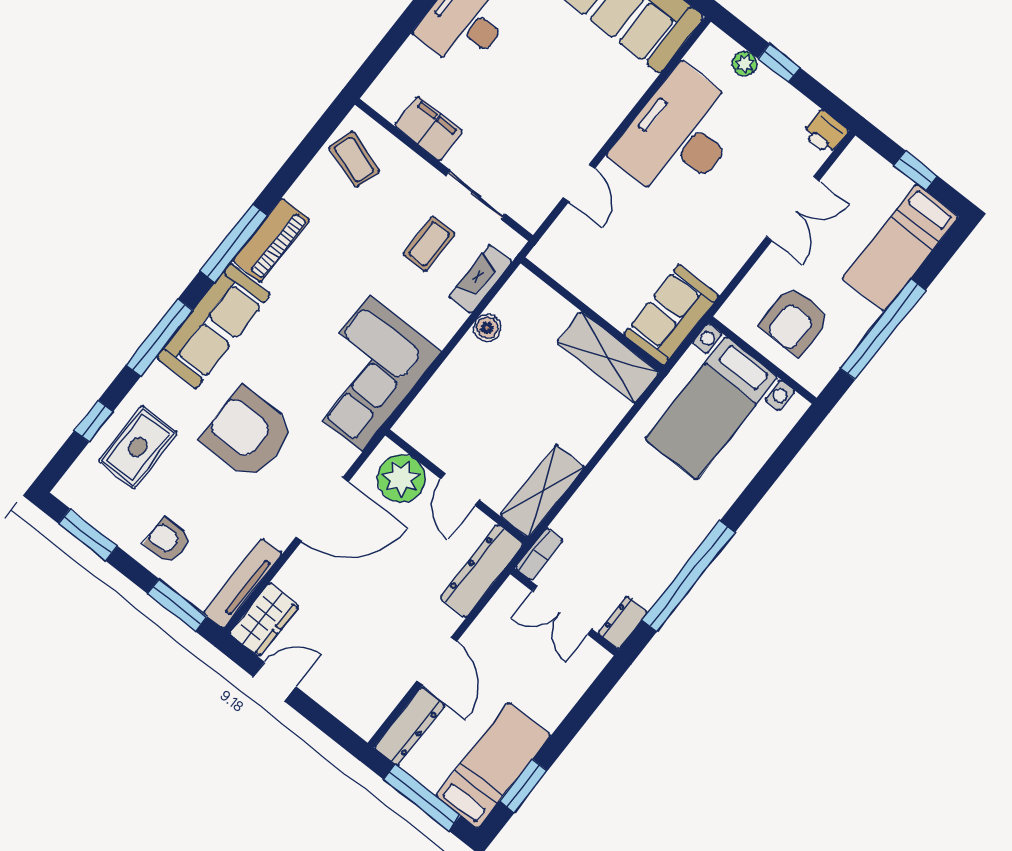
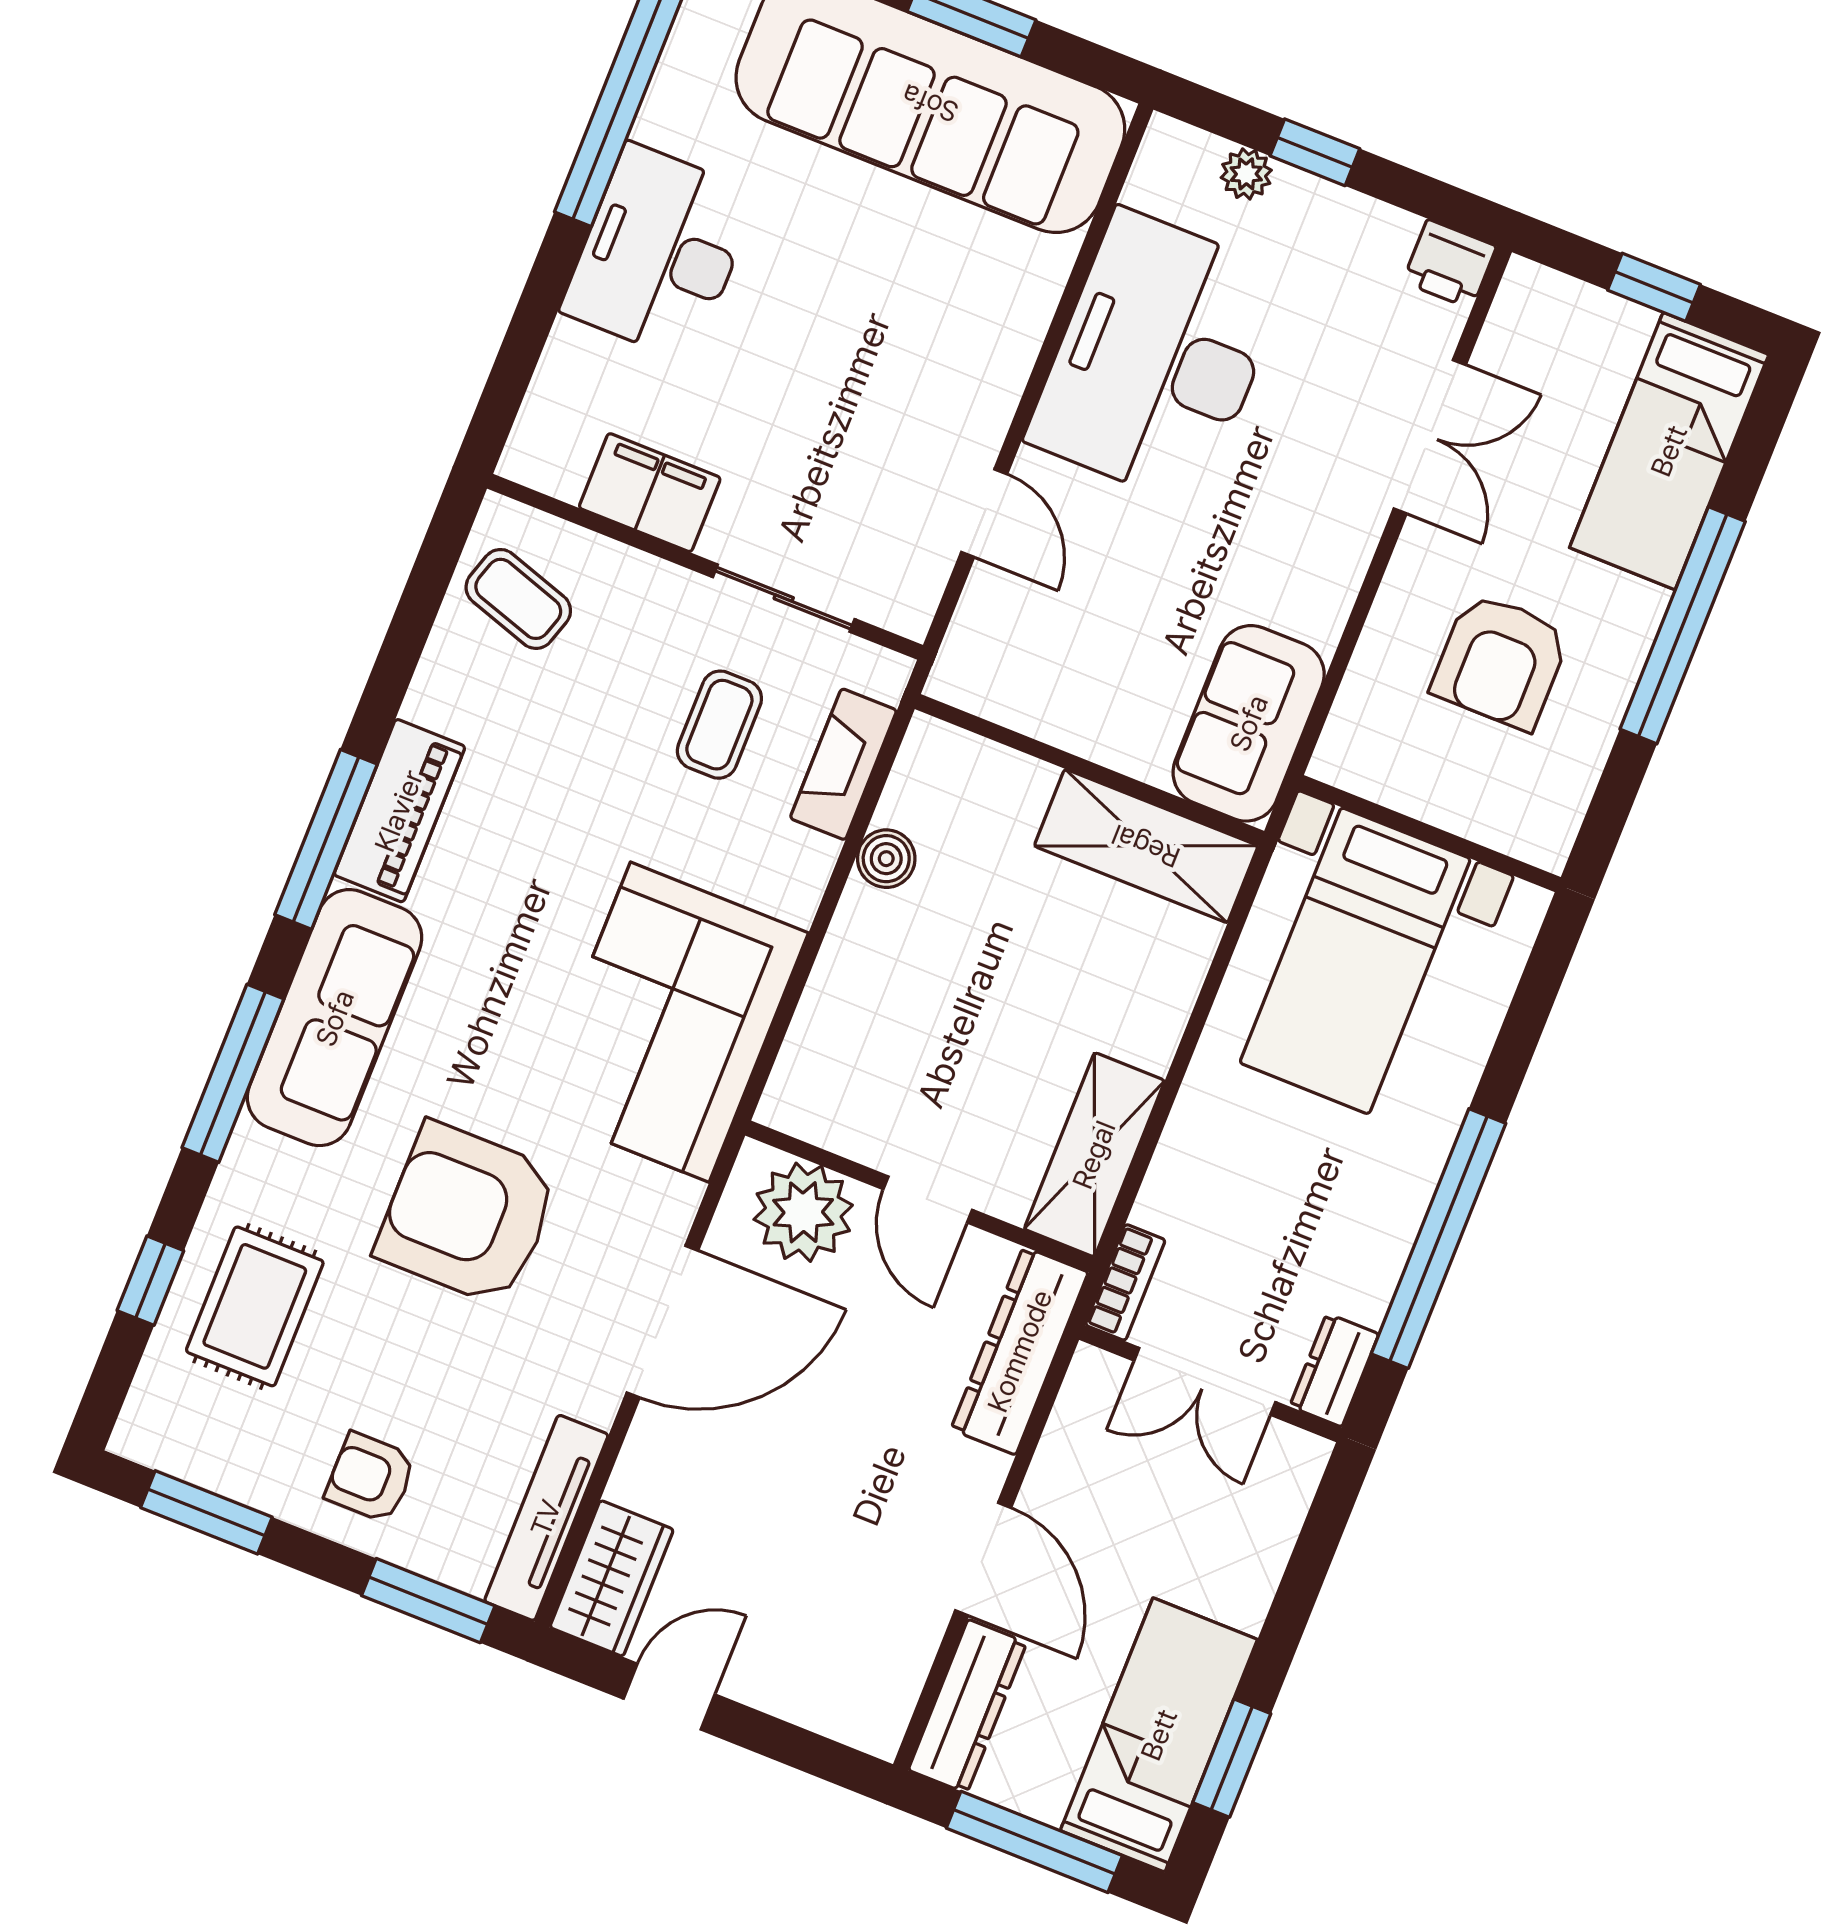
wall: (762, 360) -> (1429, 834), moved
bed with nightstands: (711, 408) -> (1355, 961), moved

